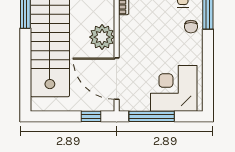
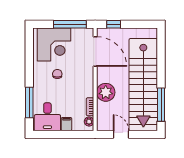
chair: (191, 27) -> (57, 74), moved
plant: (102, 37) -> (106, 92), moved

